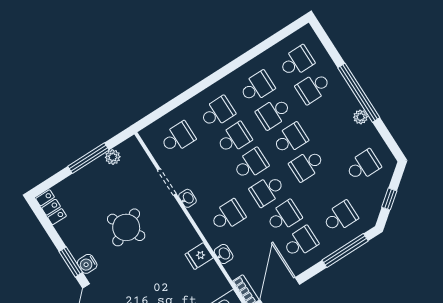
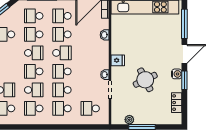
locker: (51, 207) -> (177, 103), moved
school desk: (228, 216) -> (34, 34), moved
fridge: (199, 256) -> (118, 60), moved

